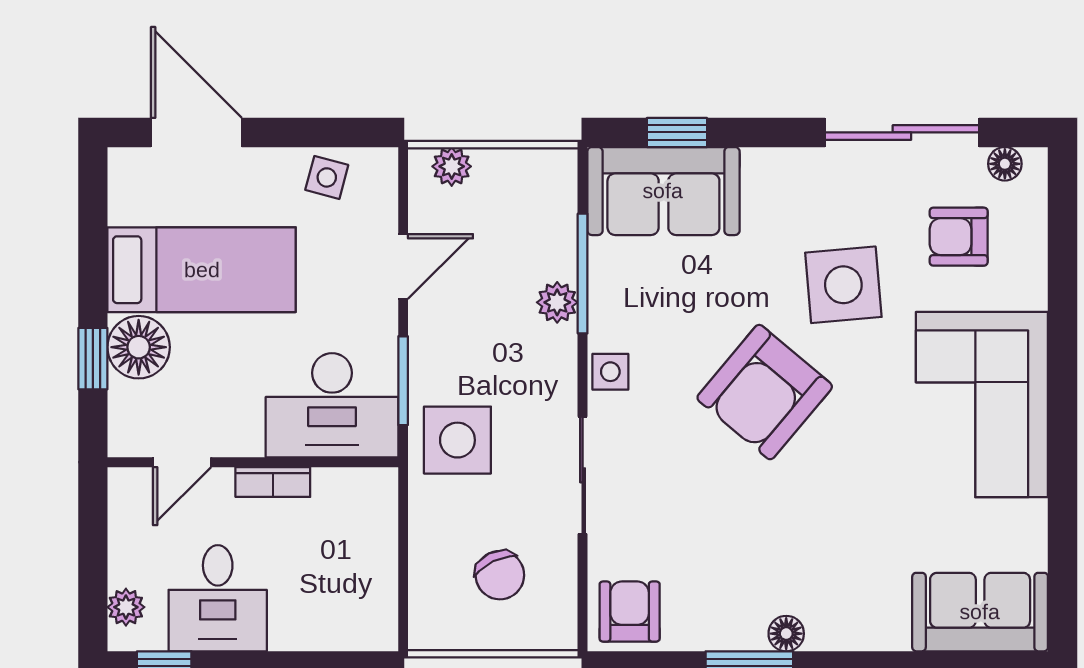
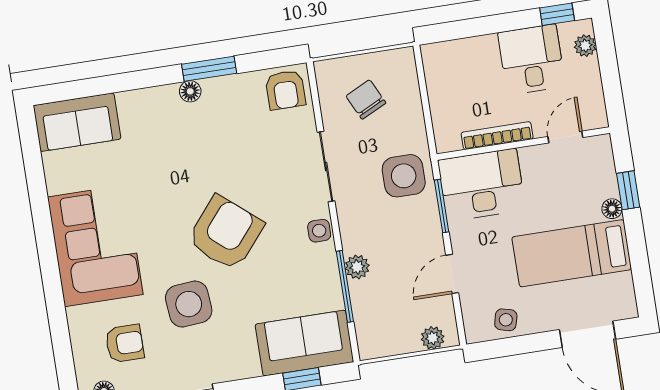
floor lamp: (139, 347) -> (612, 209), width x0.53, depth x0.53
bookcase: (273, 482) -> (497, 136), width x1.56

